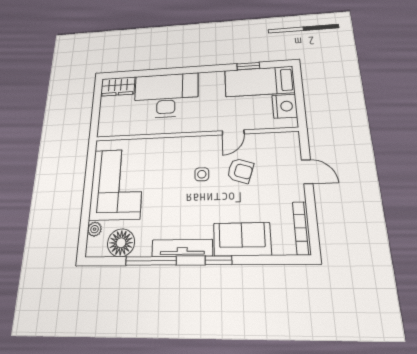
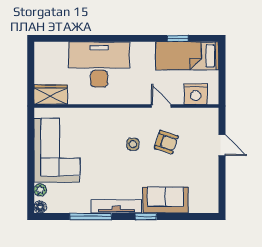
wardrobe: (118, 86) -> (51, 95), moved, turned 180
nightstand: (285, 106) -> (196, 94), moved, turned 90
door: (233, 132) -> (161, 106), swing flipped
bookcase: (302, 228) -> (213, 192), removed
floor lamp: (121, 243) -> (40, 207), moved, width x0.53, depth x0.53

